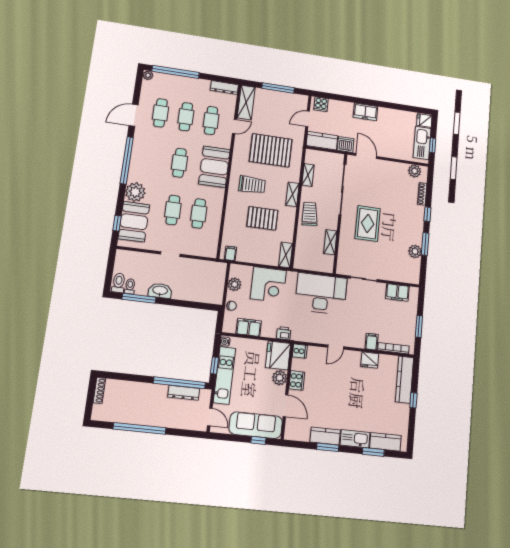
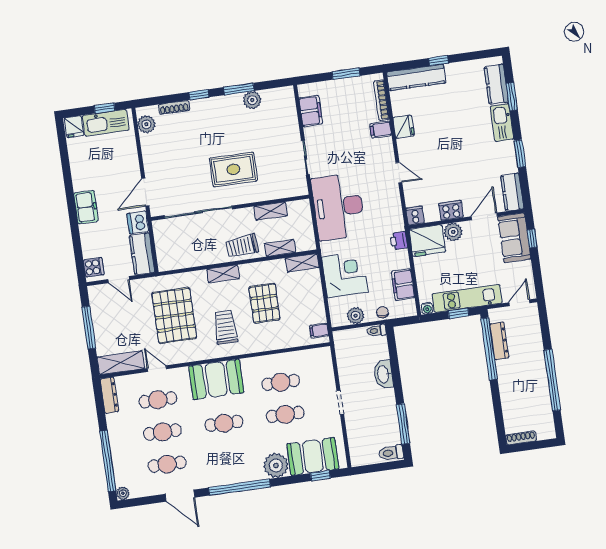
shelving: (308, 175) -> (280, 248), moved
toilet: (130, 286) -> (376, 331), moved
washbasin: (160, 291) -> (383, 374), moved
sofa: (256, 425) -> (514, 238), width x0.73
kitchen counter: (325, 436) -> (512, 192), moved

